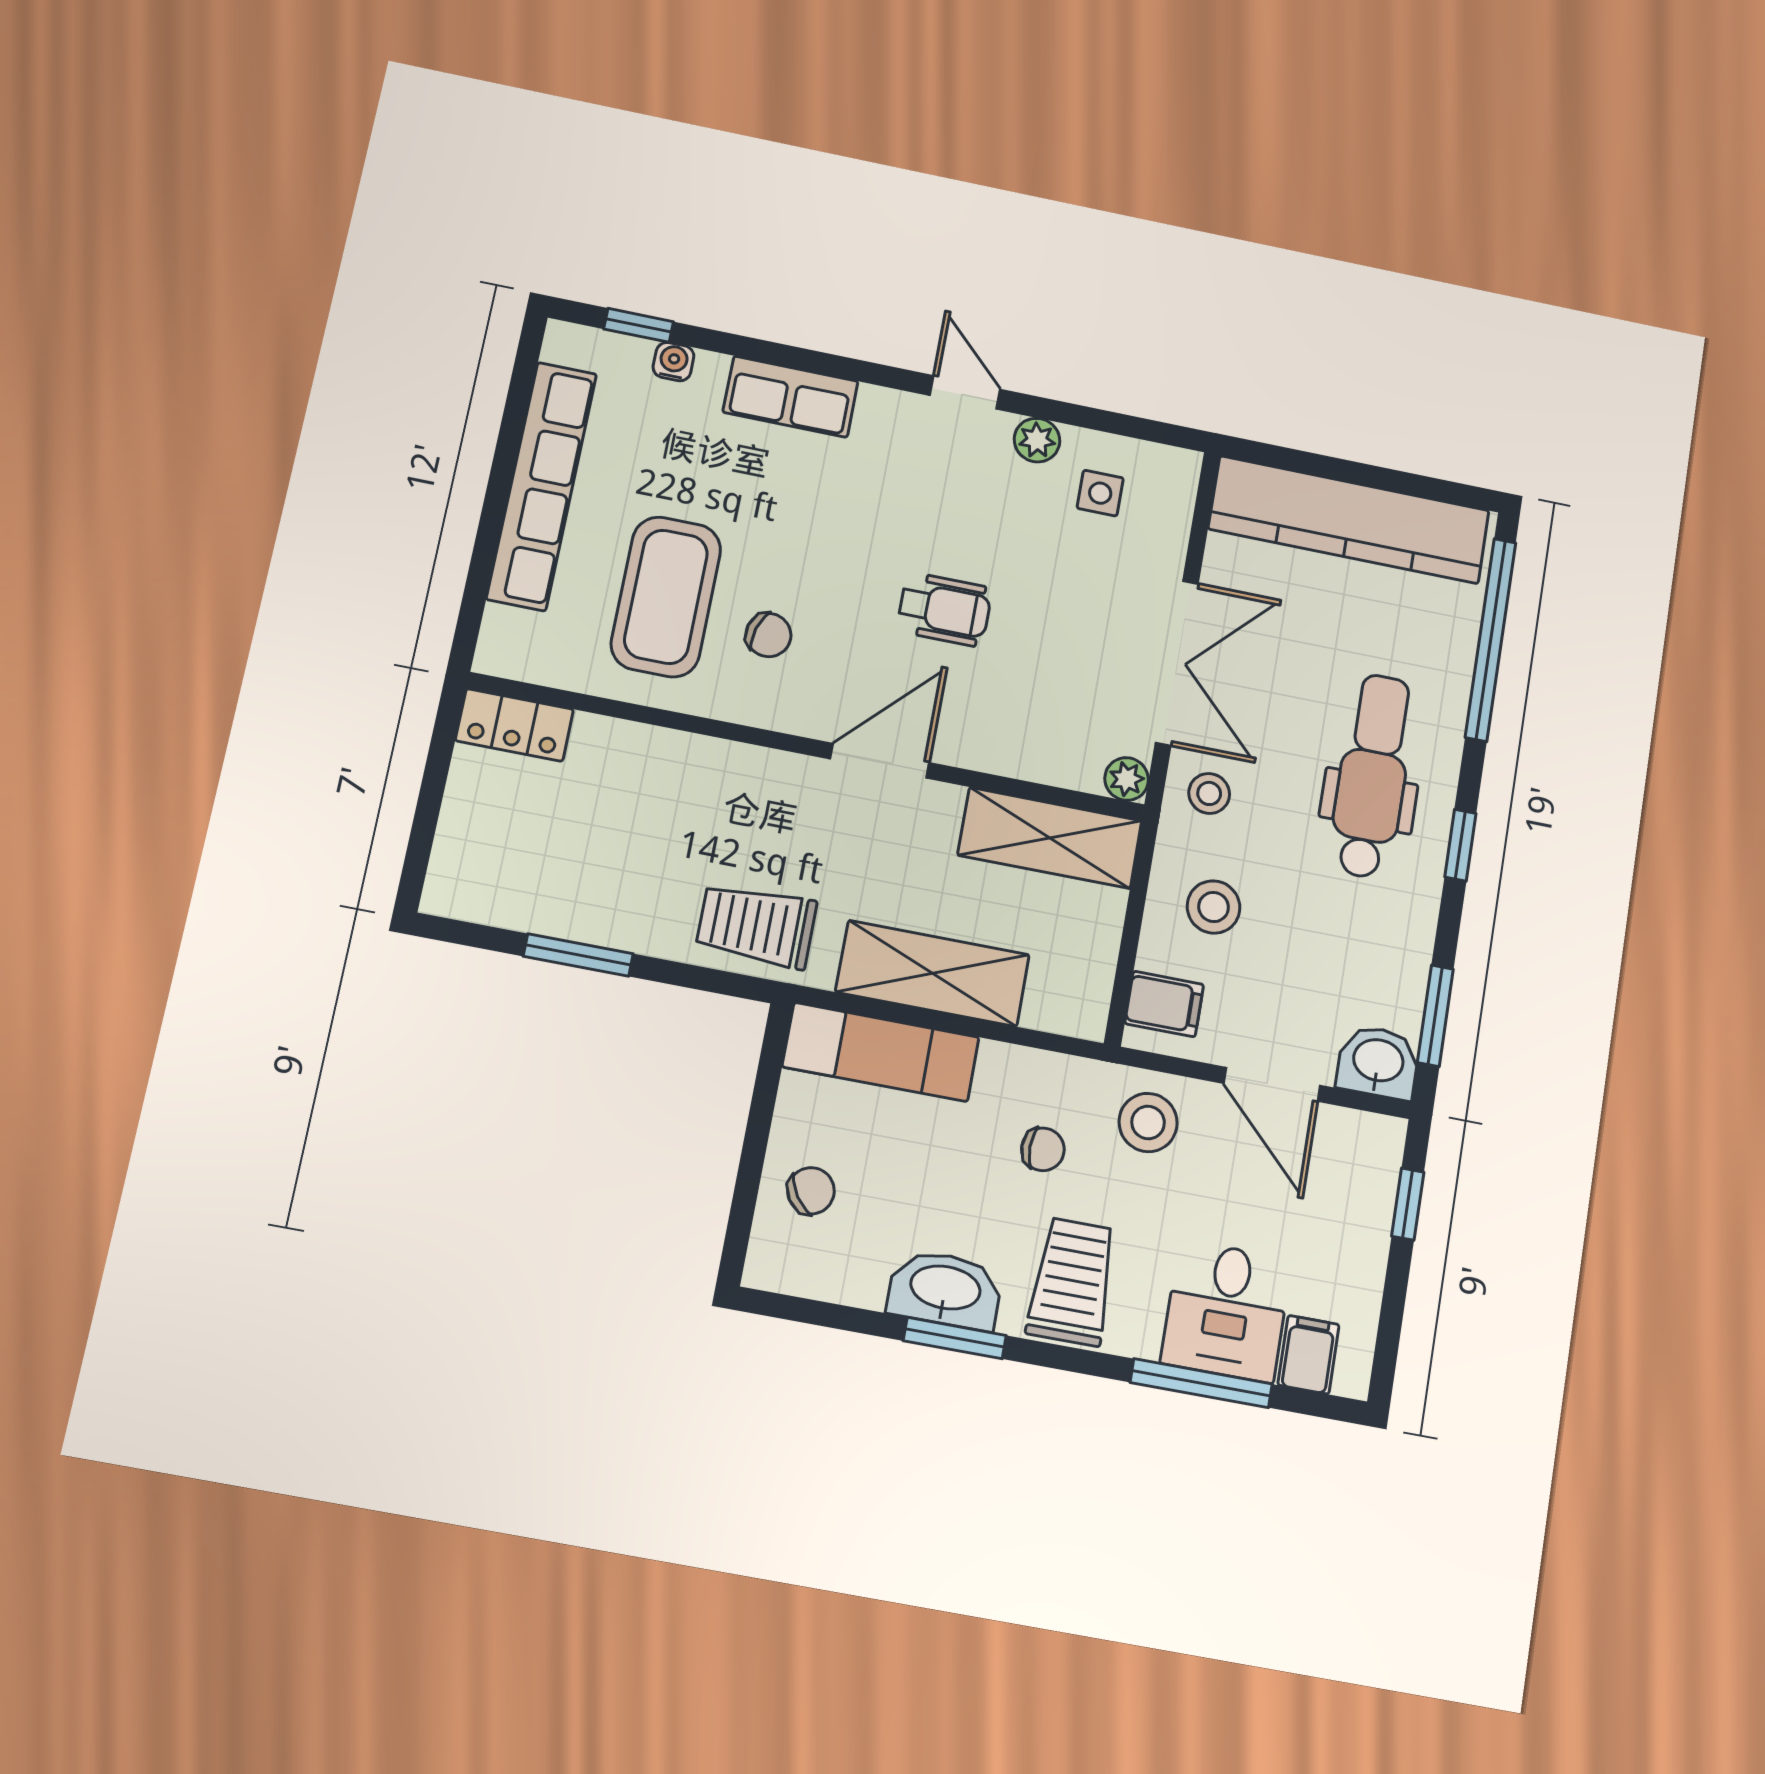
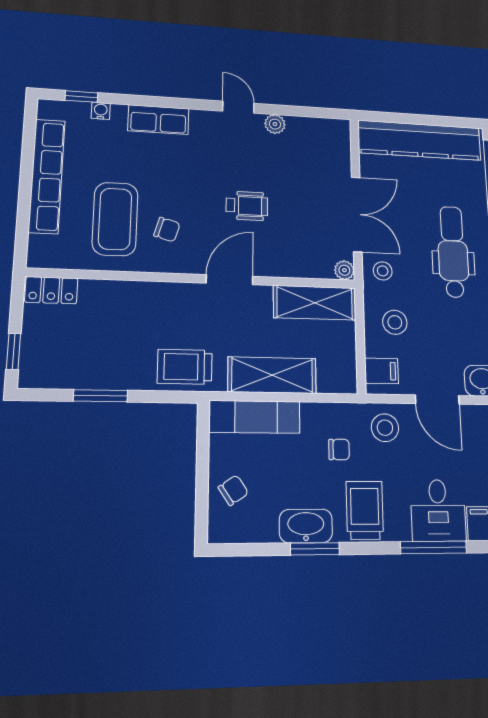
side table: (1100, 493) -> (308, 144), removed
window: (422, 837) -> (14, 351), added

